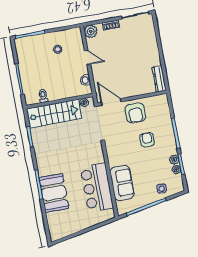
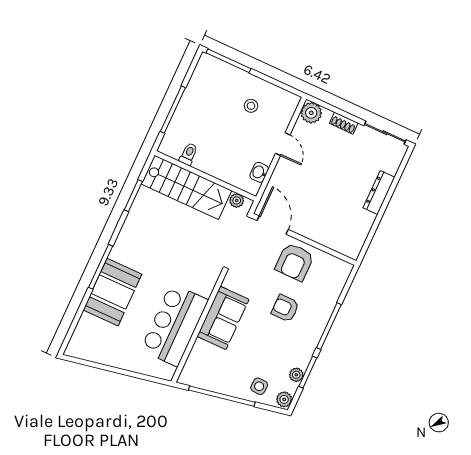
dresser: (159, 79) -> (379, 192), moved
armchair: (147, 140) -> (285, 308), turned -90
plant: (174, 160) -> (284, 399), moved
sofa: (122, 183) -> (223, 318), moved

